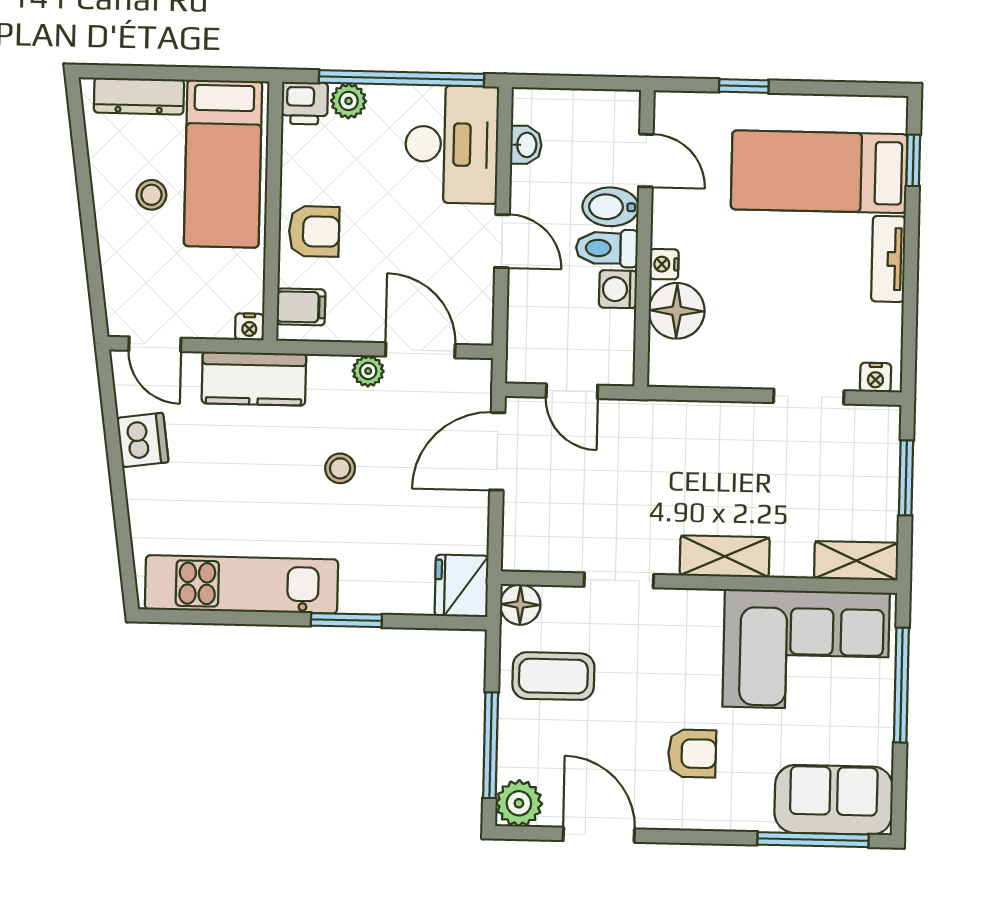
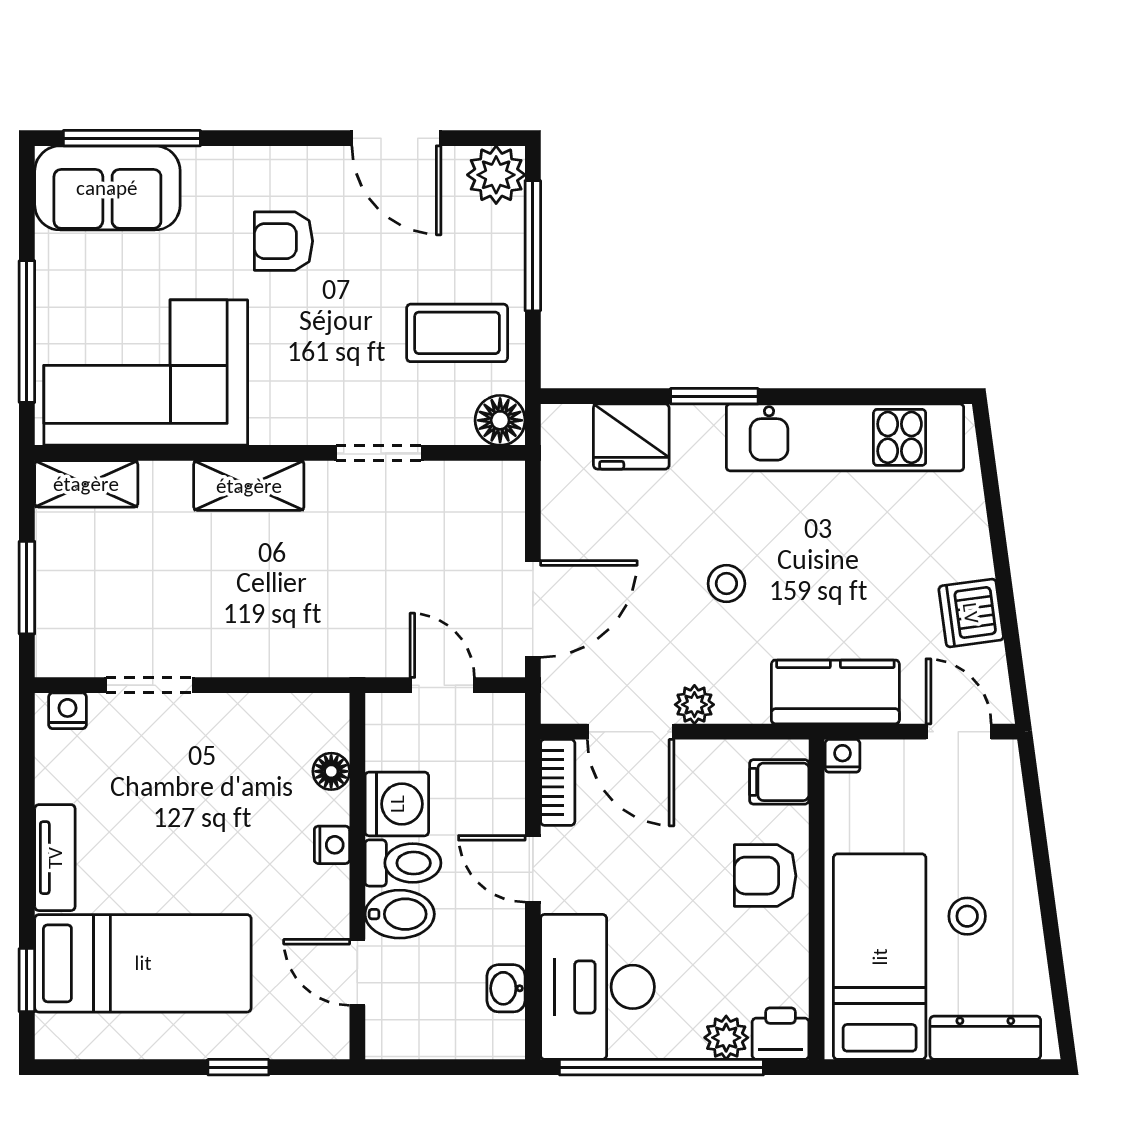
washing machine: (618, 289) -> (397, 804), width x1.38, depth x1.38
bookcase: (480, 311) -> (558, 782), added
floor lamp: (677, 311) -> (331, 771), width x0.53, depth x0.53
fridge: (462, 586) -> (631, 437), moved, turned 90

